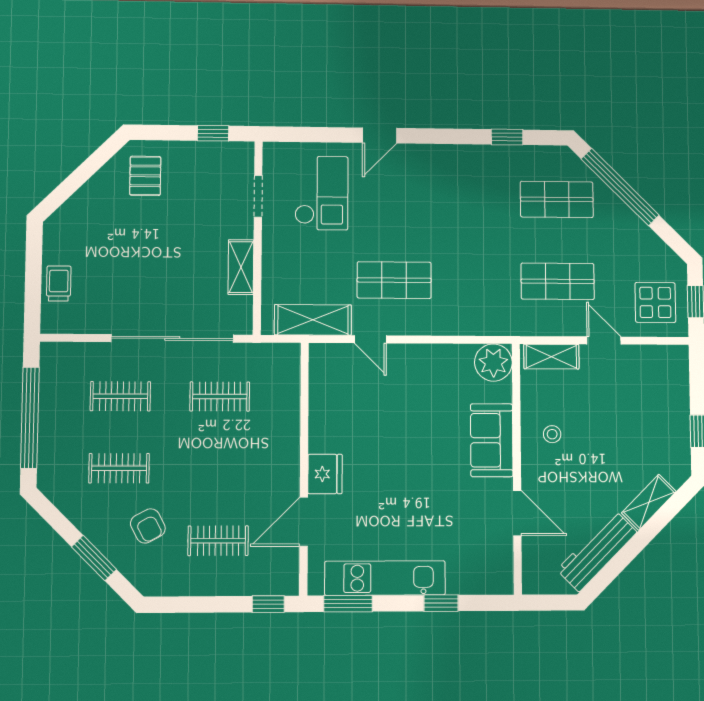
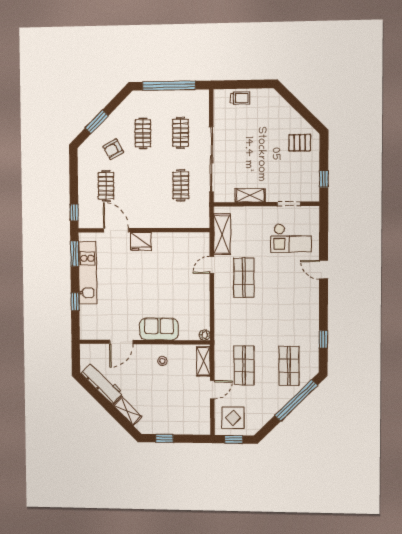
plant: (493, 363) -> (205, 335), width x0.53, depth x0.53

